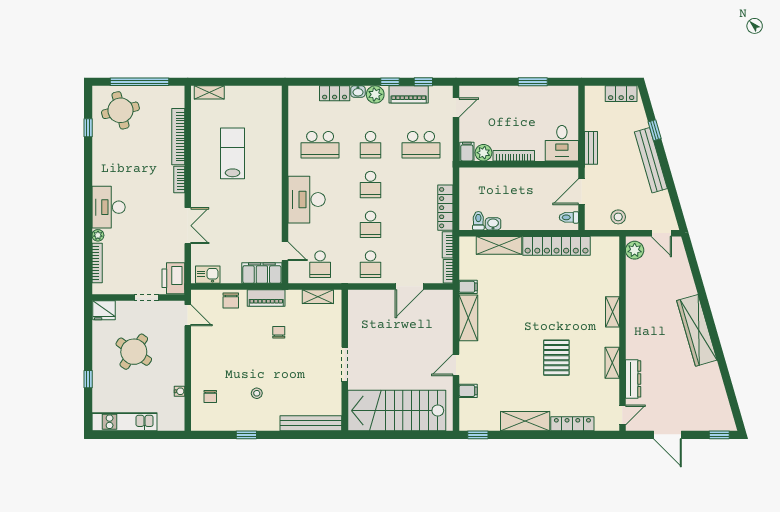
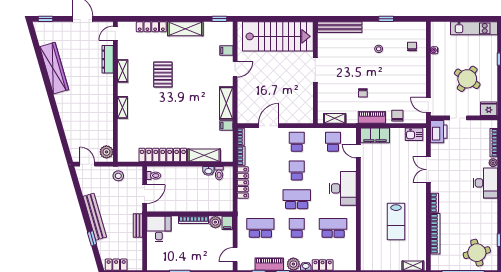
school desk: (371, 185) -> (297, 199), width x1.85
wardrobe: (697, 330) -> (54, 68), moved

